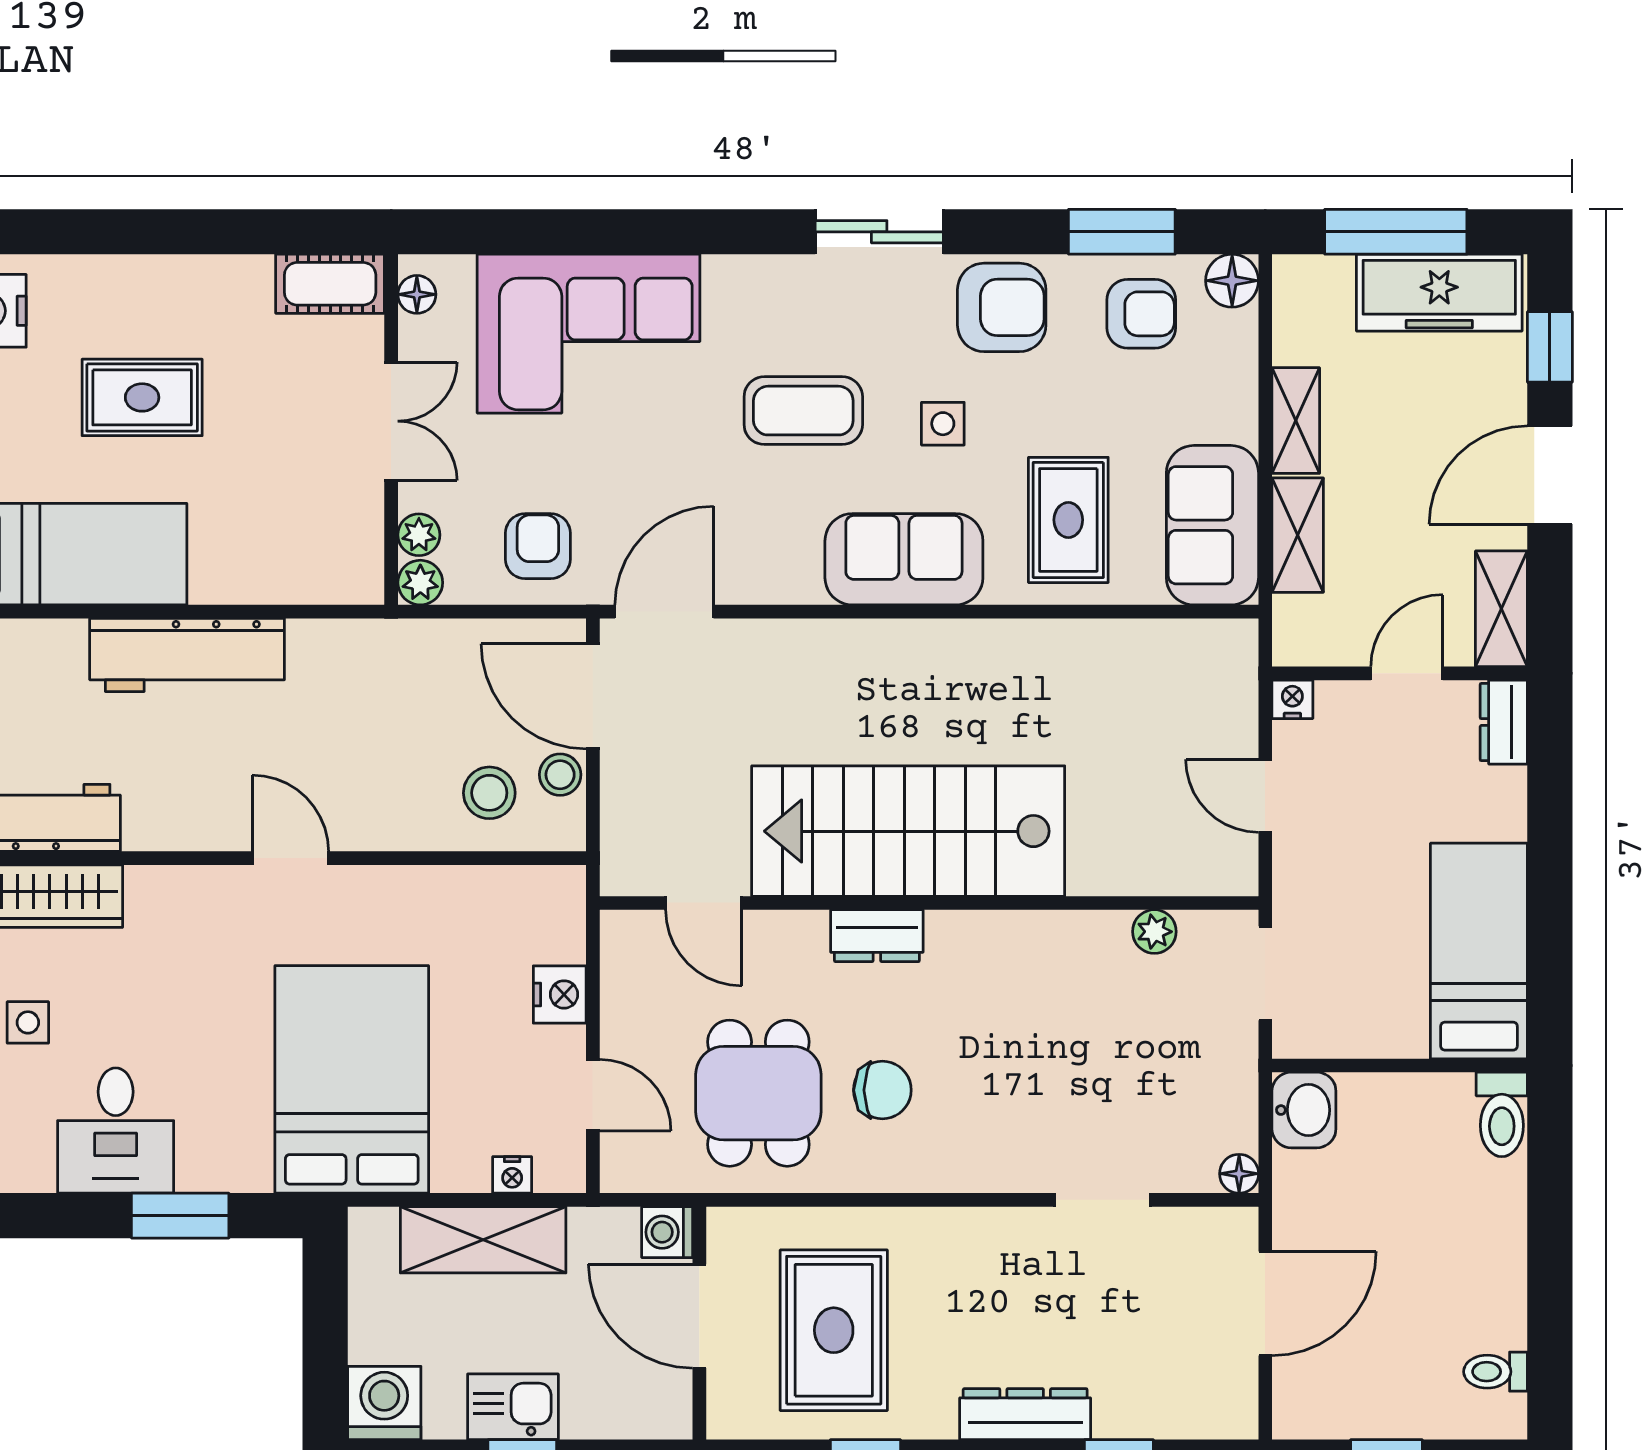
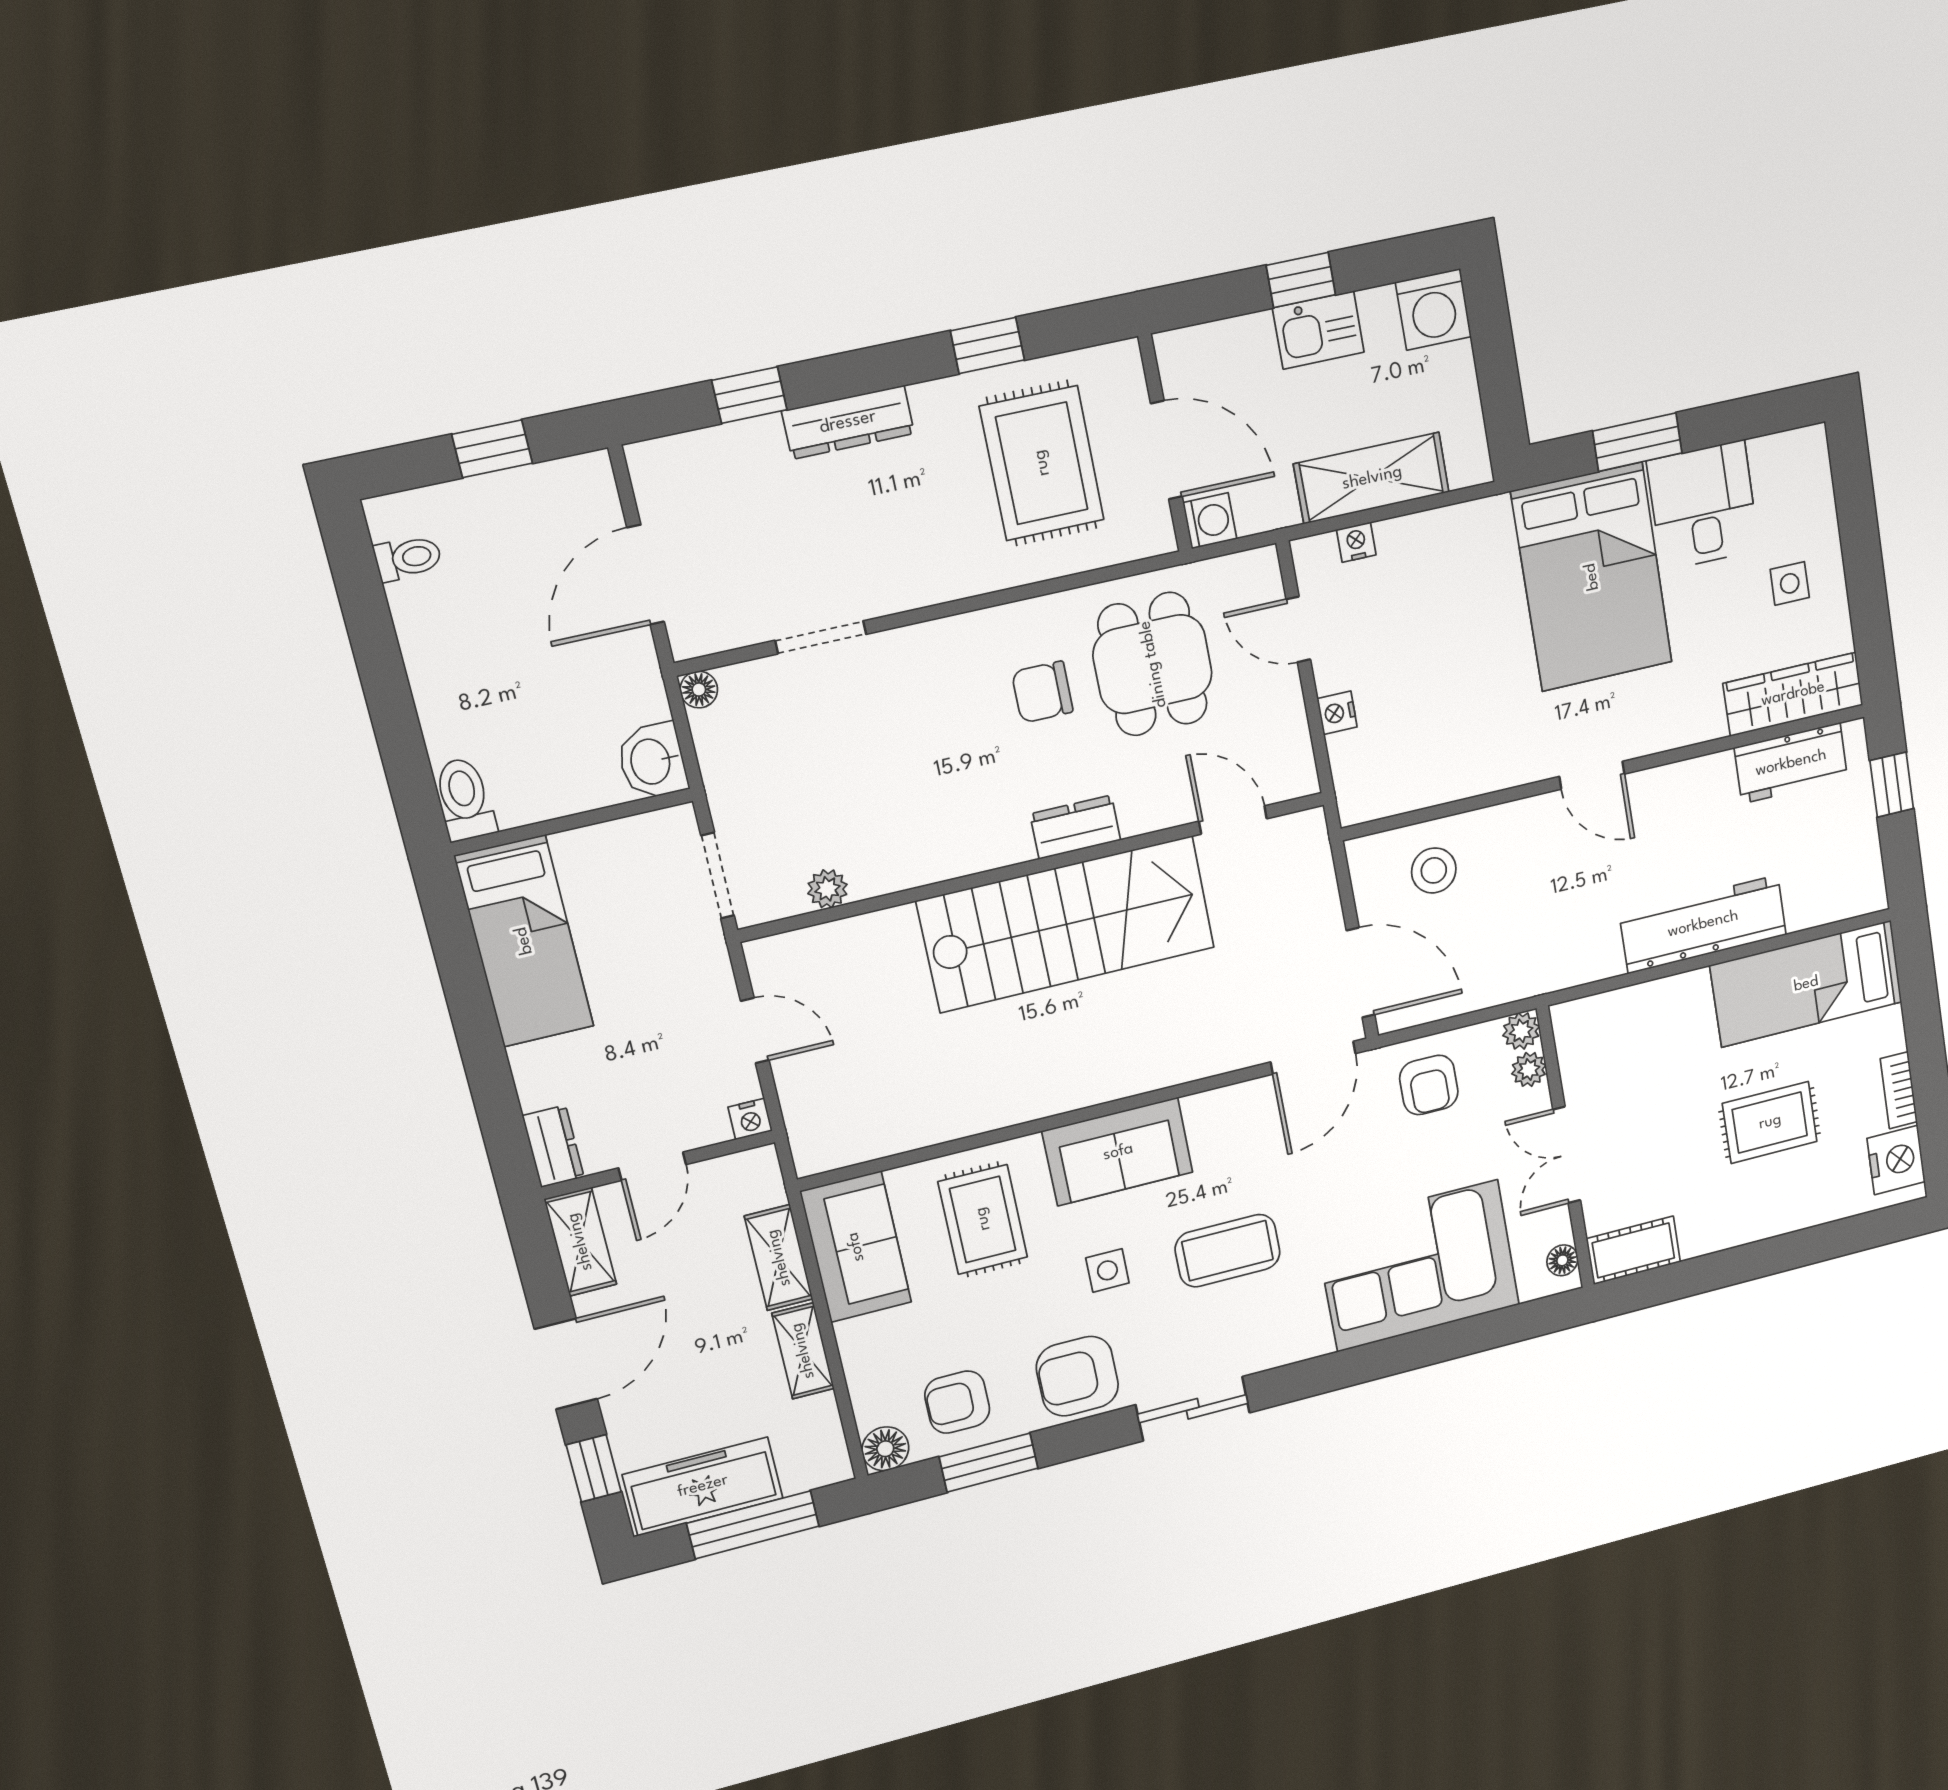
stool: (560, 775) -> (1376, 900), removed
nightstand: (560, 994) -> (1337, 713), width x0.72, depth x0.74
bed: (352, 1079) -> (1592, 577), moved

